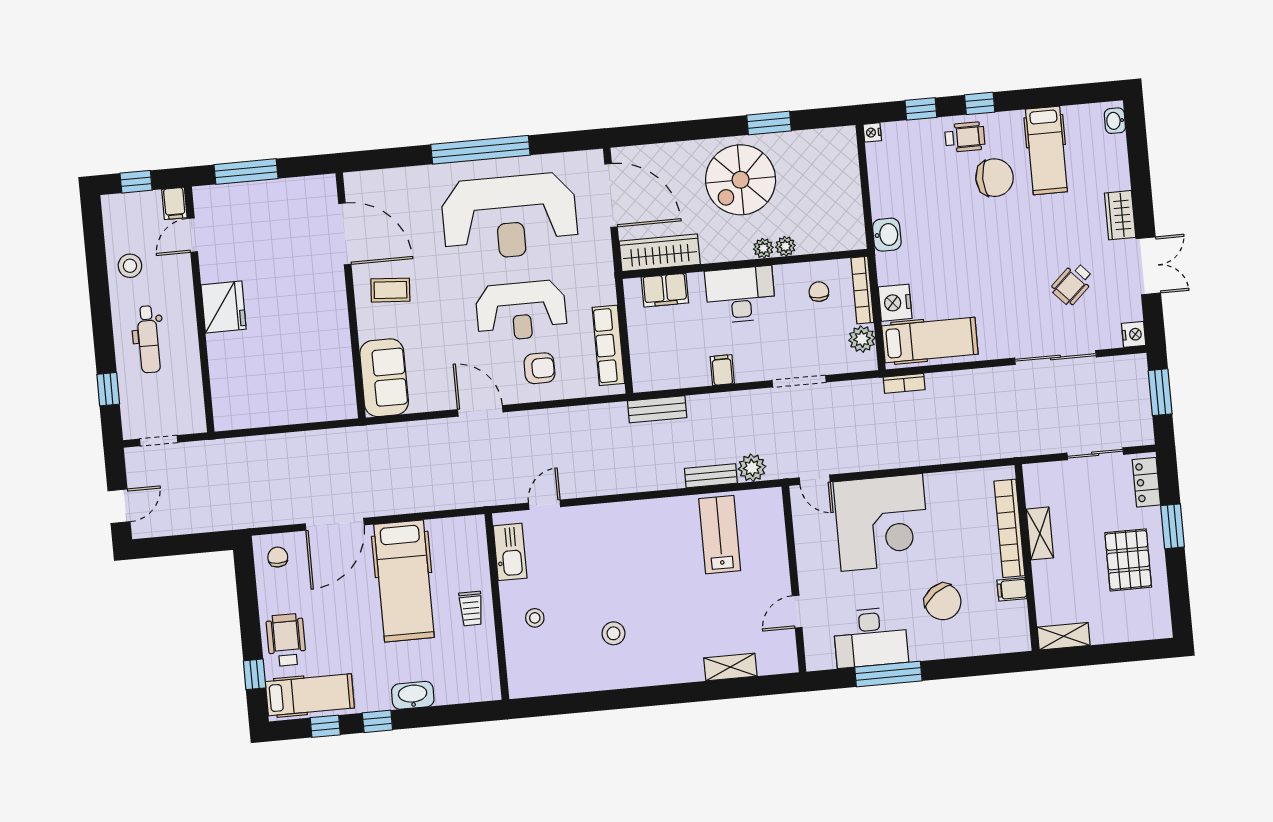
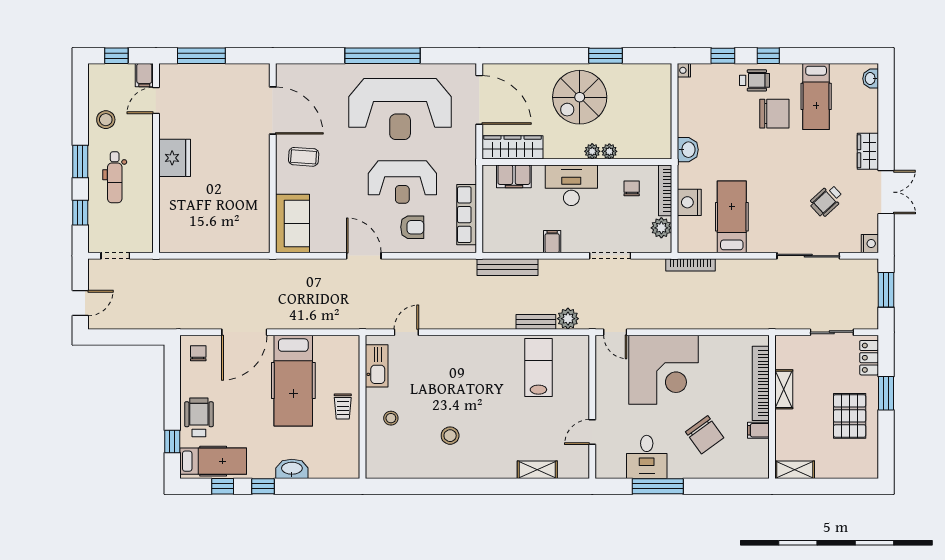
window: (102, 323) -> (80, 162), added
hospital bed: (930, 340) -> (732, 217), moved, turned -90
bookcase: (904, 383) -> (690, 265), width x1.56
bench: (657, 409) -> (508, 267), width x1.36
desk: (871, 637) -> (647, 457), width x0.73

